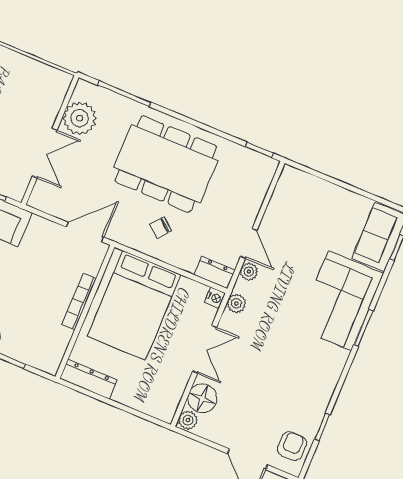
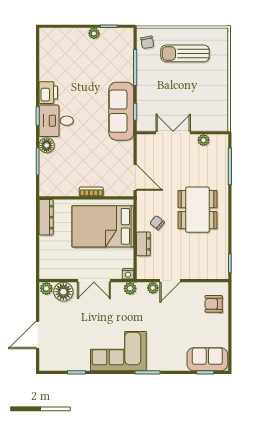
plant: (80, 118) -> (203, 140), width x0.53, depth x0.53
double door: (45, 153) -> (173, 133), swing flipped
dining table: (166, 164) -> (197, 210), width x0.73, depth x0.80
dresser: (215, 273) -> (143, 244), moved
bookcase: (79, 301) -> (91, 192), width x0.64
corner sofa: (340, 301) -> (118, 351), moved
armchair: (292, 446) -> (214, 304), moved, turned 180

